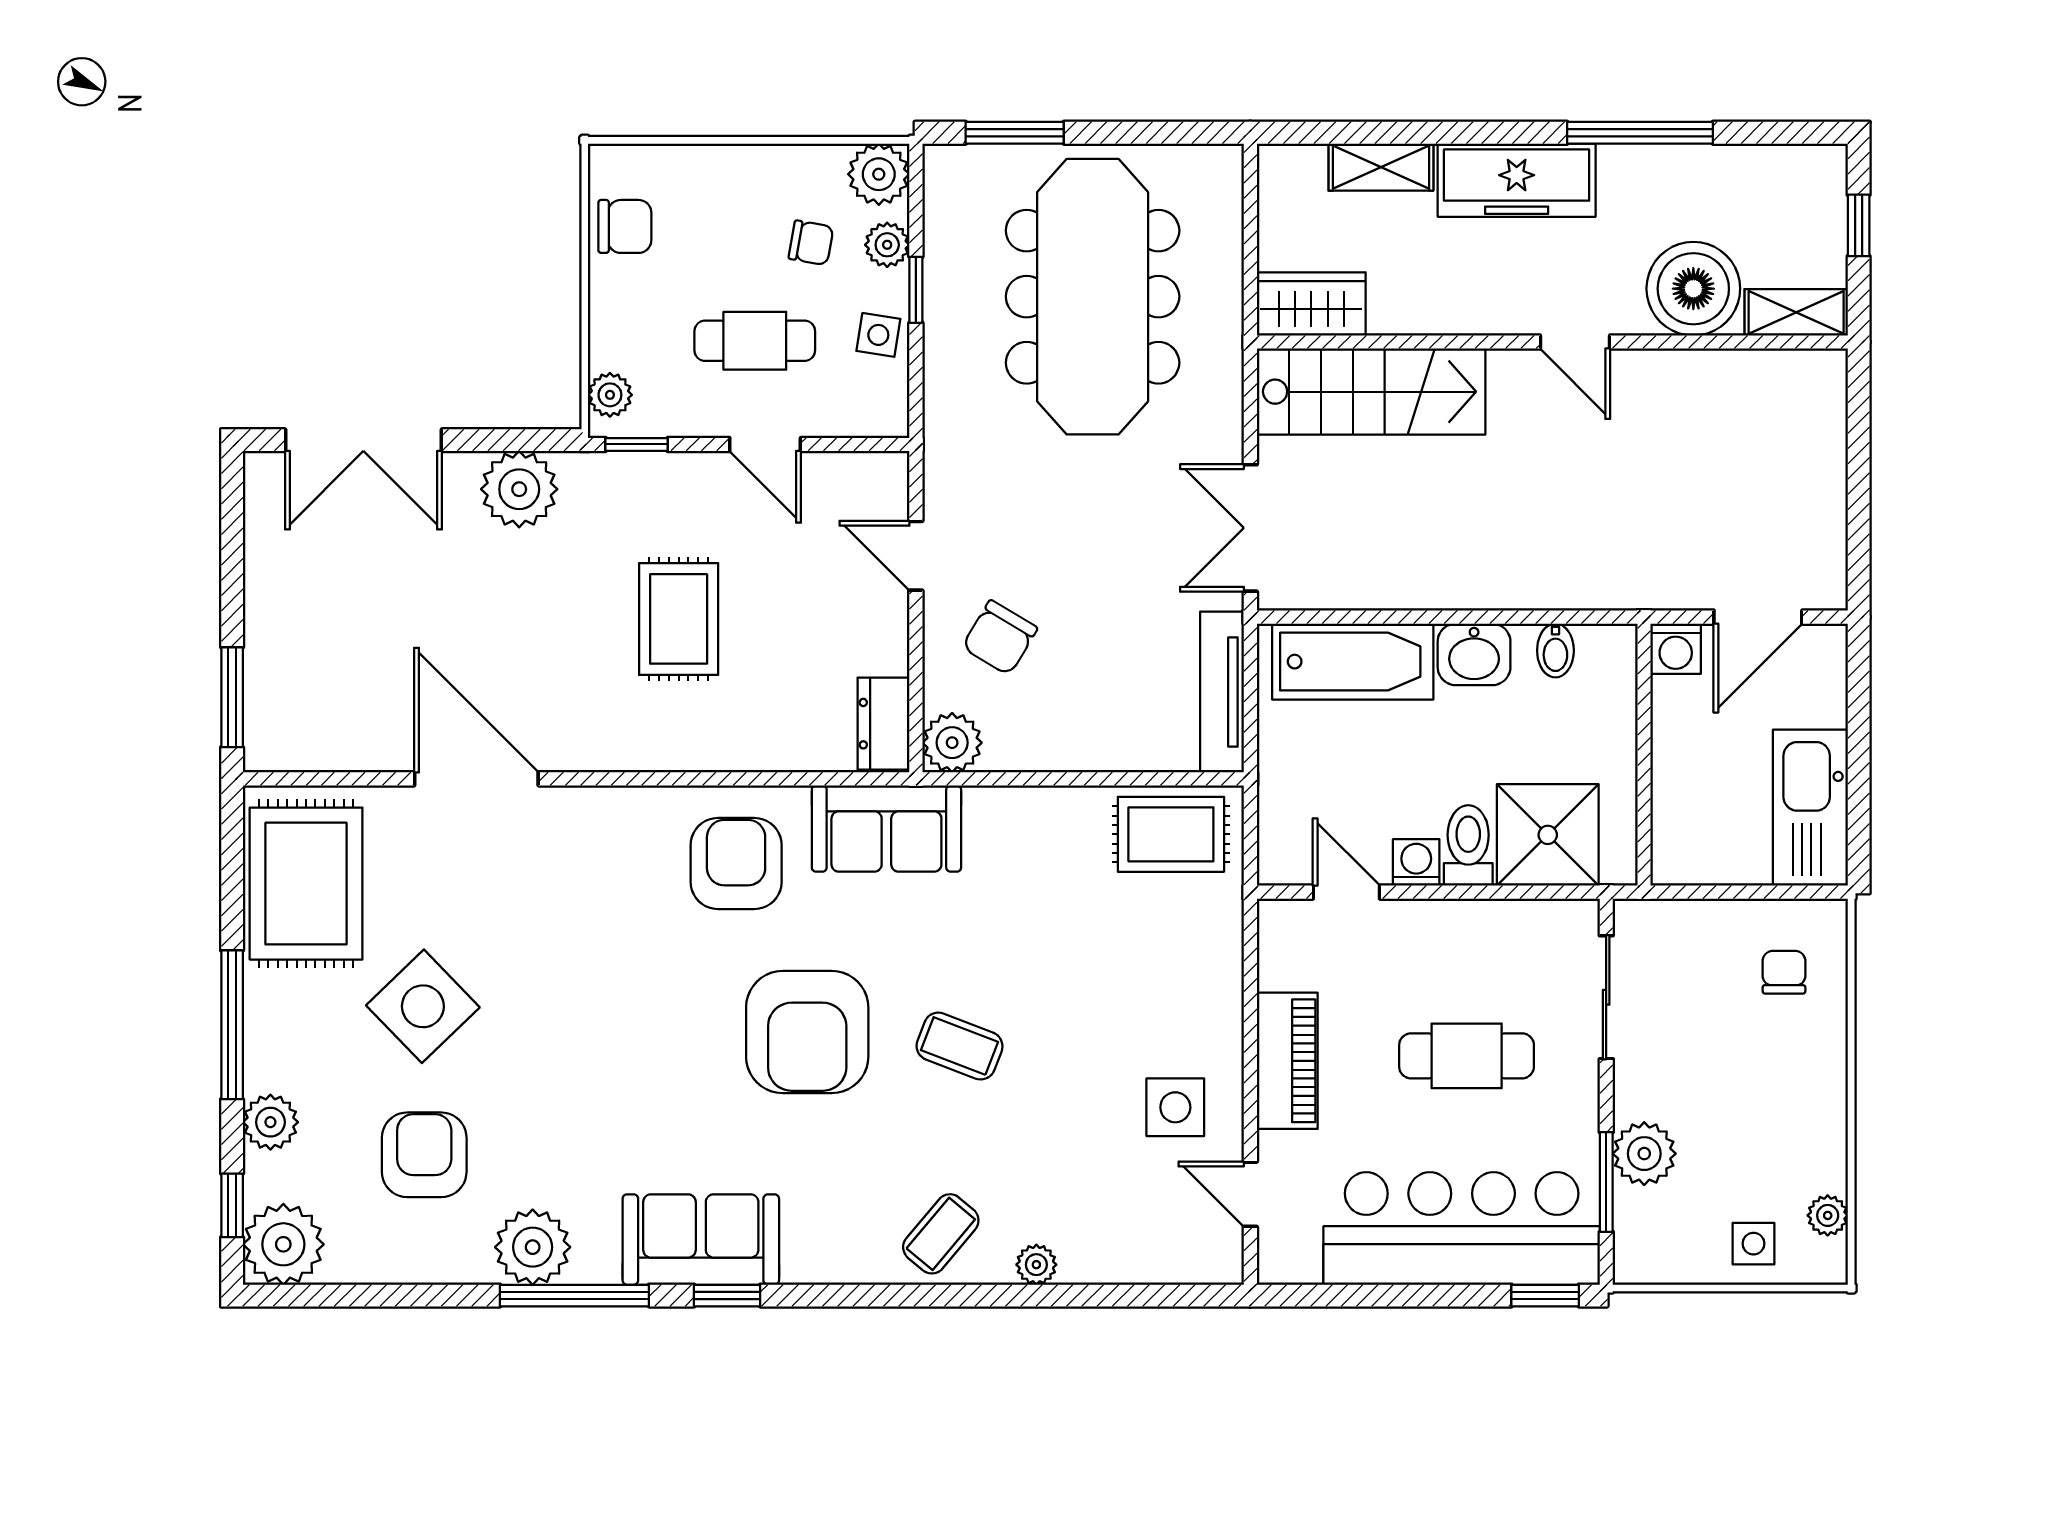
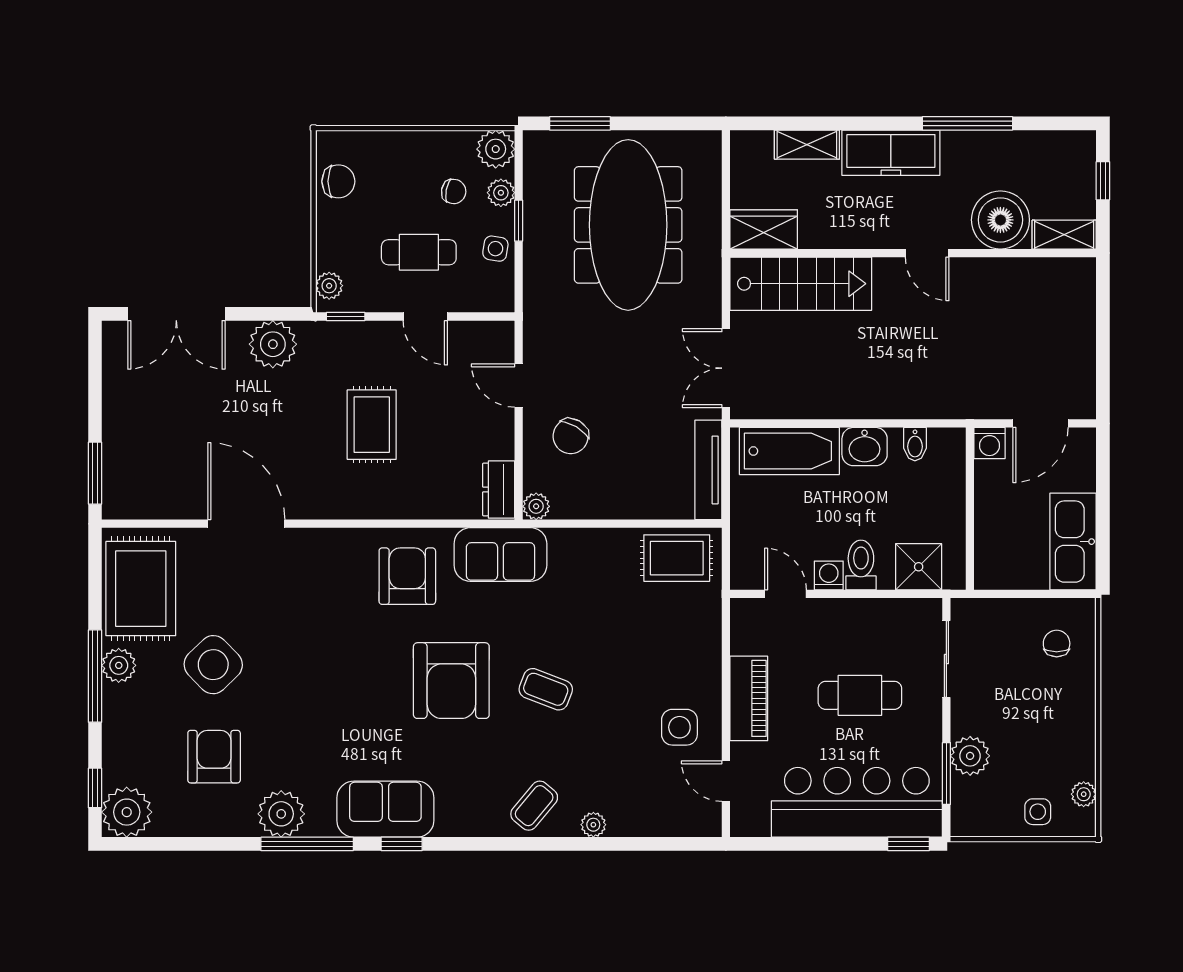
plant: (952, 743) -> (536, 506), width x0.73, depth x0.73
shower: (1548, 835) -> (919, 567), width x0.73, depth x0.73
plant: (270, 1122) -> (119, 665), moved

